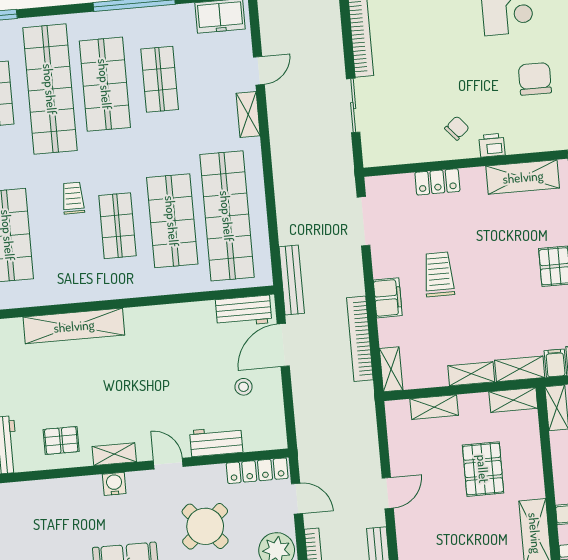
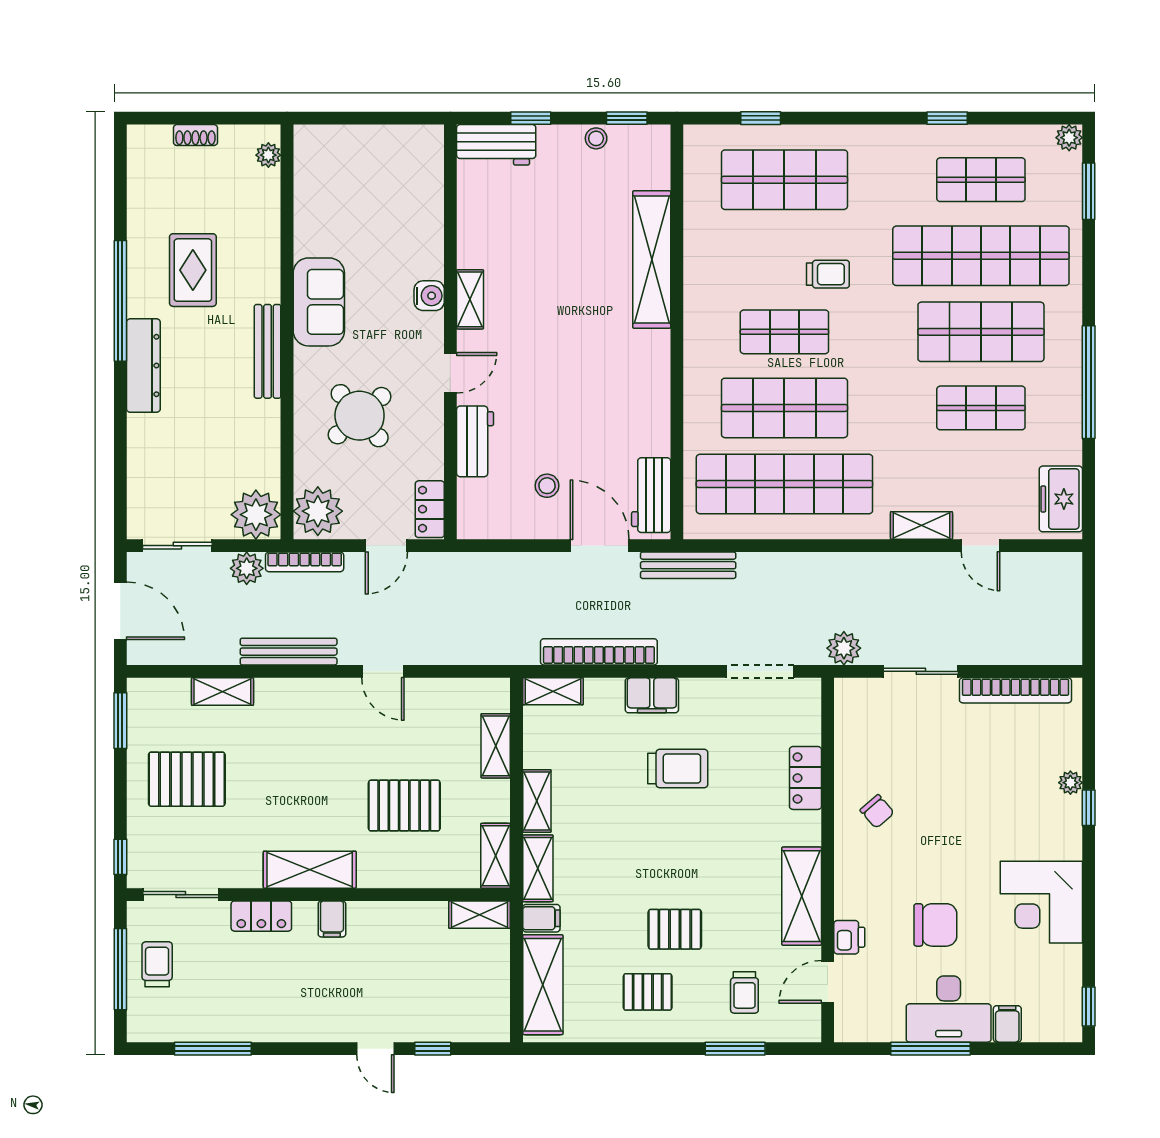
printer: (492, 145) -> (849, 937), moved
plant: (341, 163) -> (844, 648), added
pallet: (61, 440) -> (495, 228), removed
locker: (257, 471) -> (430, 509), width x0.66

